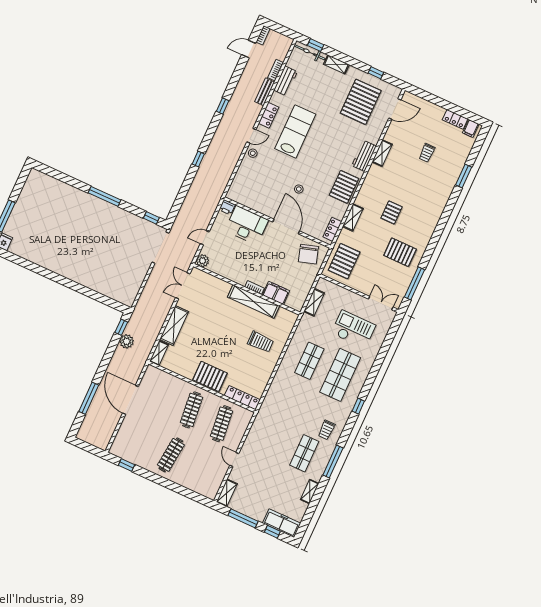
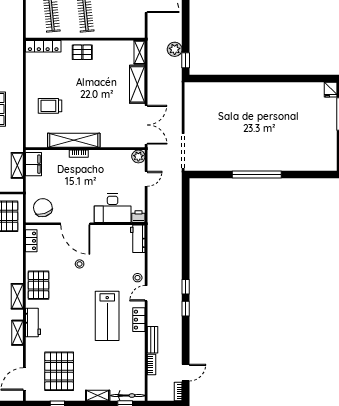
workbench: (285, 81) -> (138, 239), moved
window: (198, 159) -> (186, 287), moved
window: (104, 196) -> (257, 175), width x1.46
shelving: (353, 217) -> (17, 296), moved
window: (151, 218) -> (204, 175), removed
double door: (183, 286) -> (146, 125), width x1.37
filing cabinet: (276, 293) -> (33, 164), moved, turned -90
pallet: (210, 376) -> (82, 52), width x0.67, depth x0.71

